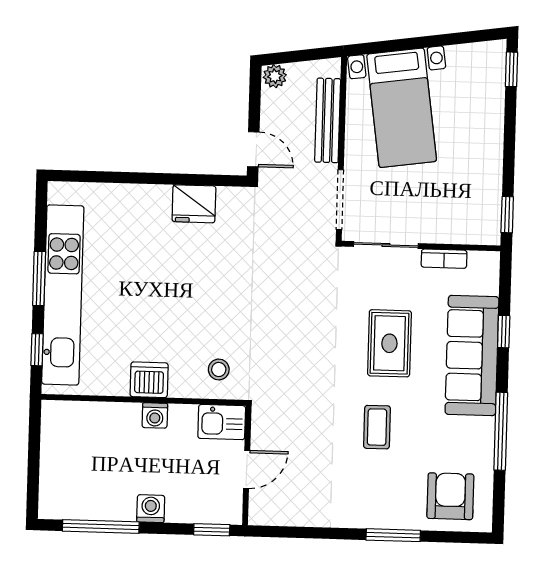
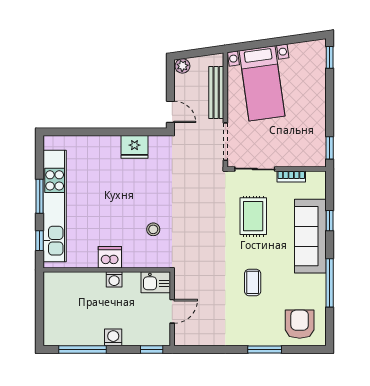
rug: (389, 343) -> (253, 216), moved
stool: (219, 369) -> (153, 229), moved

